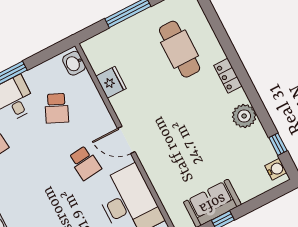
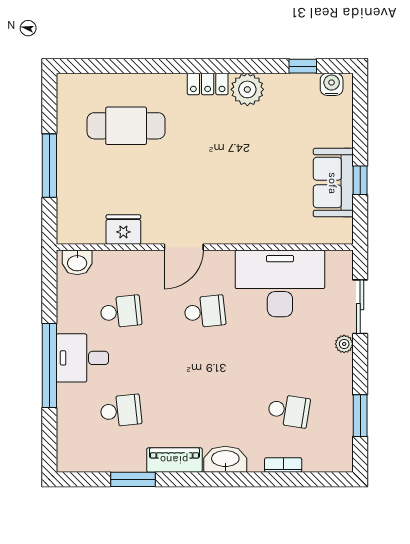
locker: (228, 76) -> (208, 84), moved
school desk: (57, 108) -> (121, 312), turned -30
door: (126, 140) -> (184, 247), moved

